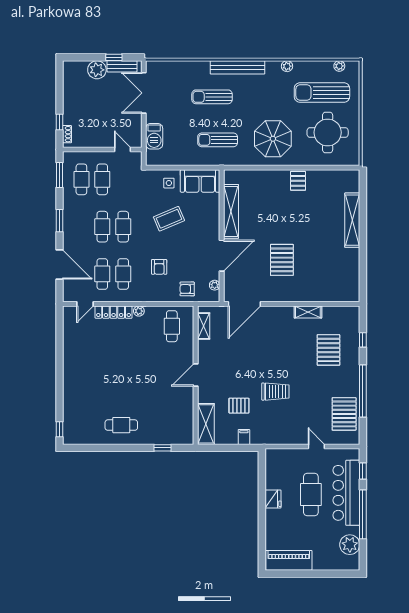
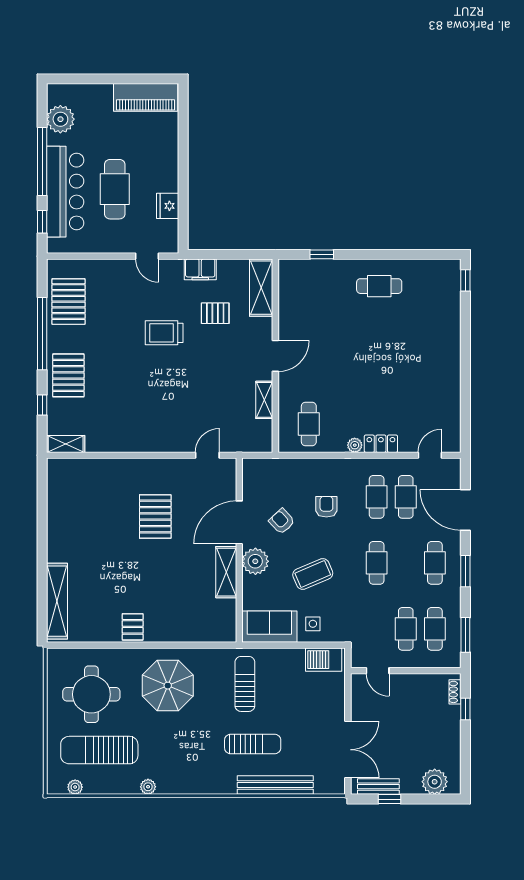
bench: (237, 67) -> (275, 785), moved
plant: (97, 70) -> (435, 782), moved
sun lounger: (322, 93) -> (99, 750), turned 180
barbecue: (154, 136) -> (324, 660), moved, turned -90
sun lounger: (218, 140) -> (245, 684), turned -90
shelving: (231, 211) -> (226, 572), width x0.68
shelving: (352, 220) -> (57, 601), moved
cafe table: (102, 227) -> (435, 563), moved
plant: (215, 285) -> (255, 561), moved, width x1.88, depth x1.88
armchair: (187, 289) -> (282, 521), moved, turned -133
door: (244, 304) -> (207, 455), width x0.53
locker: (114, 312) -> (381, 444), width x0.66
shelving: (308, 312) -> (66, 444), moved
shelving: (204, 326) -> (264, 400), moved
pallet: (328, 350) -> (68, 375), moved
filing cabinet: (244, 437) -> (200, 269), width x2.00
door: (316, 446) -> (147, 256), moved
fridge: (273, 499) -> (168, 206), moved

